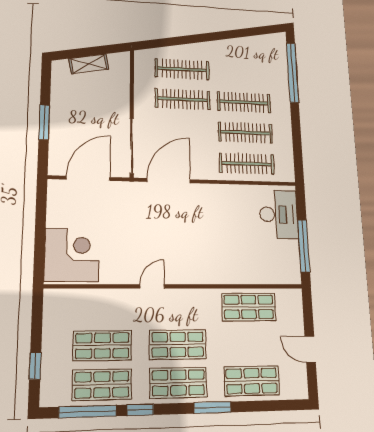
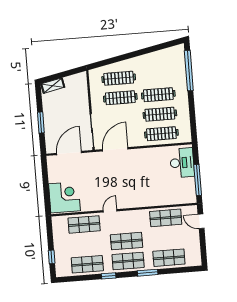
shelving: (89, 64) -> (53, 86), moved
shop shelf: (102, 346) -> (84, 224), moved
door: (310, 349) -> (201, 221), moved
window: (88, 412) -> (81, 278), removed

